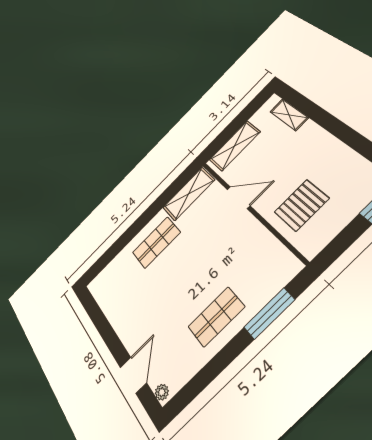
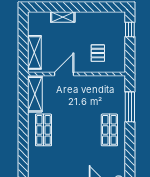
shelving: (289, 115) -> (63, 17), moved
pallet: (301, 205) -> (98, 53), width x0.67, depth x0.71

